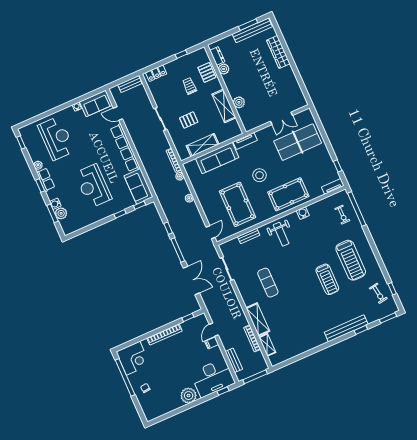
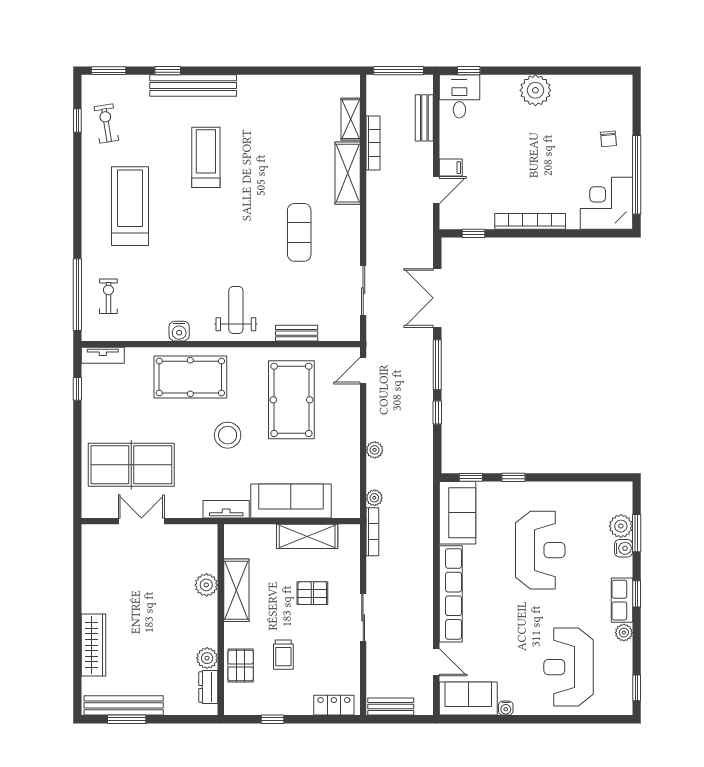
treadmill: (327, 279) -> (206, 157), moved
desk: (213, 378) -> (459, 96), width x0.53, depth x0.77

